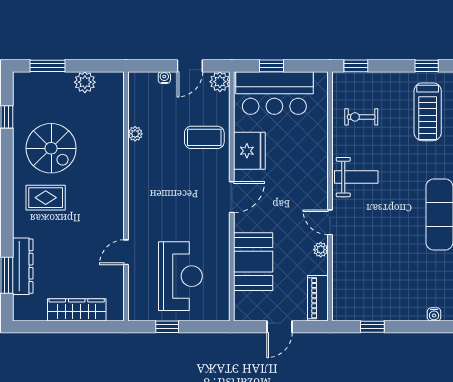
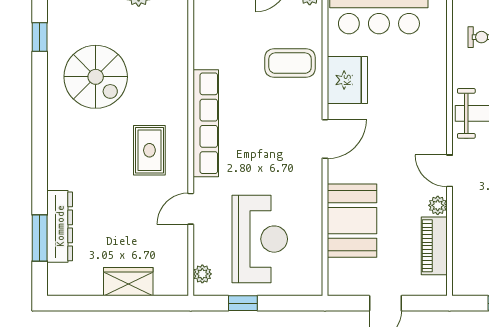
plant: (135, 134) -> (202, 274), moved
row of seats: (138, 185) -> (206, 123), added
rug: (46, 198) -> (149, 150), moved, turned 90
piano: (318, 298) -> (434, 246), moved
wardrobe: (77, 310) -> (128, 282), width x0.67

